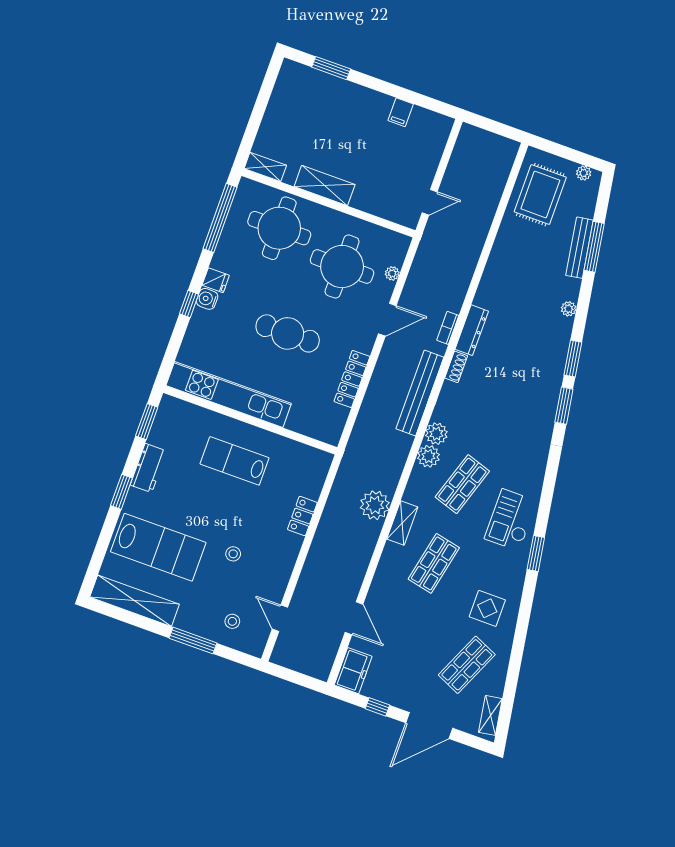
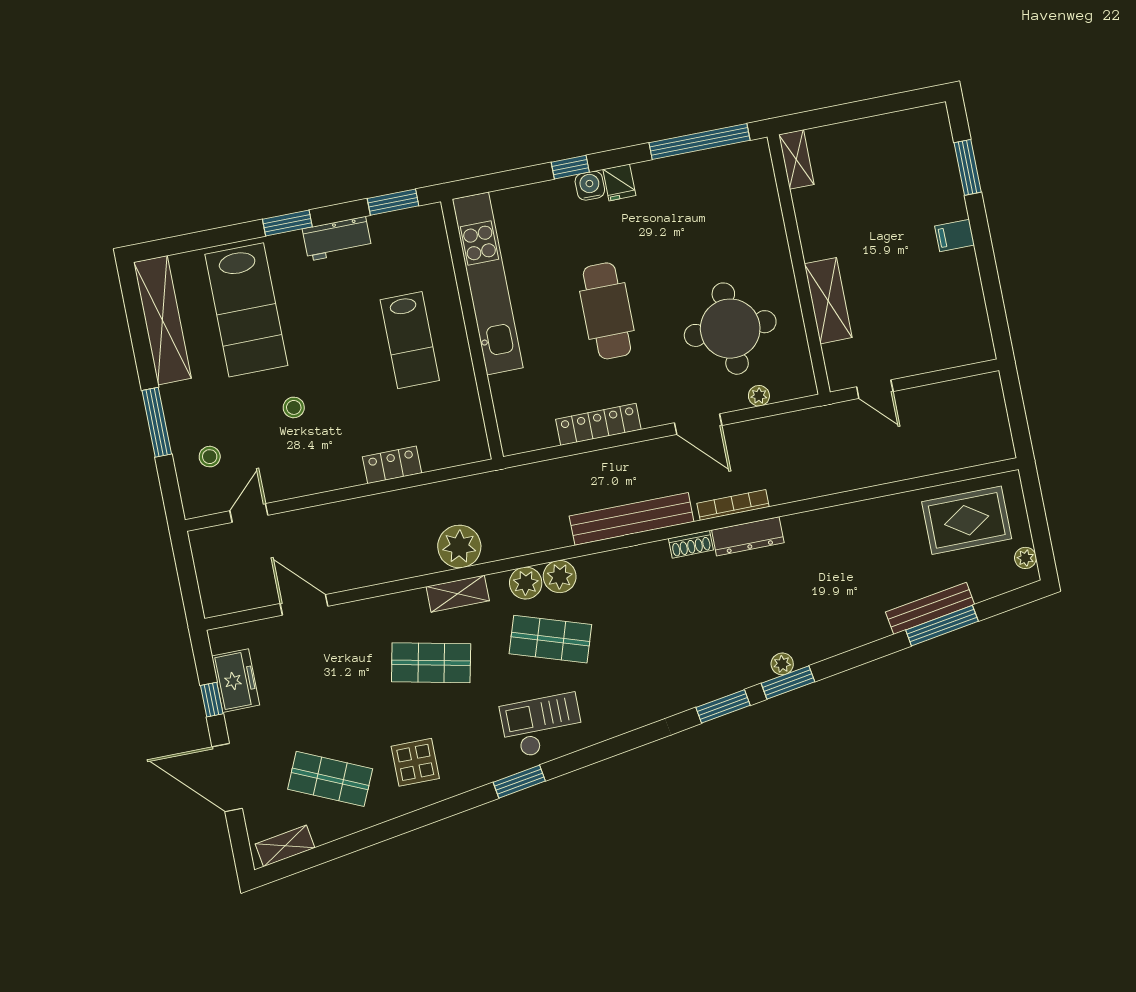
filing cabinet: (401, 112) -> (955, 236), moved
shelving: (325, 185) -> (828, 301), moved
round table: (279, 228) -> (731, 222), removed
plant: (569, 309) -> (782, 664), moved
bookcase: (448, 328) -> (733, 505), width x1.56
plant: (436, 434) -> (526, 583), moved
lab bench: (235, 461) -> (410, 340), turned 180
door: (354, 618) -> (304, 605), swing flipped
freezer: (353, 671) -> (236, 681), moved, turned -90

